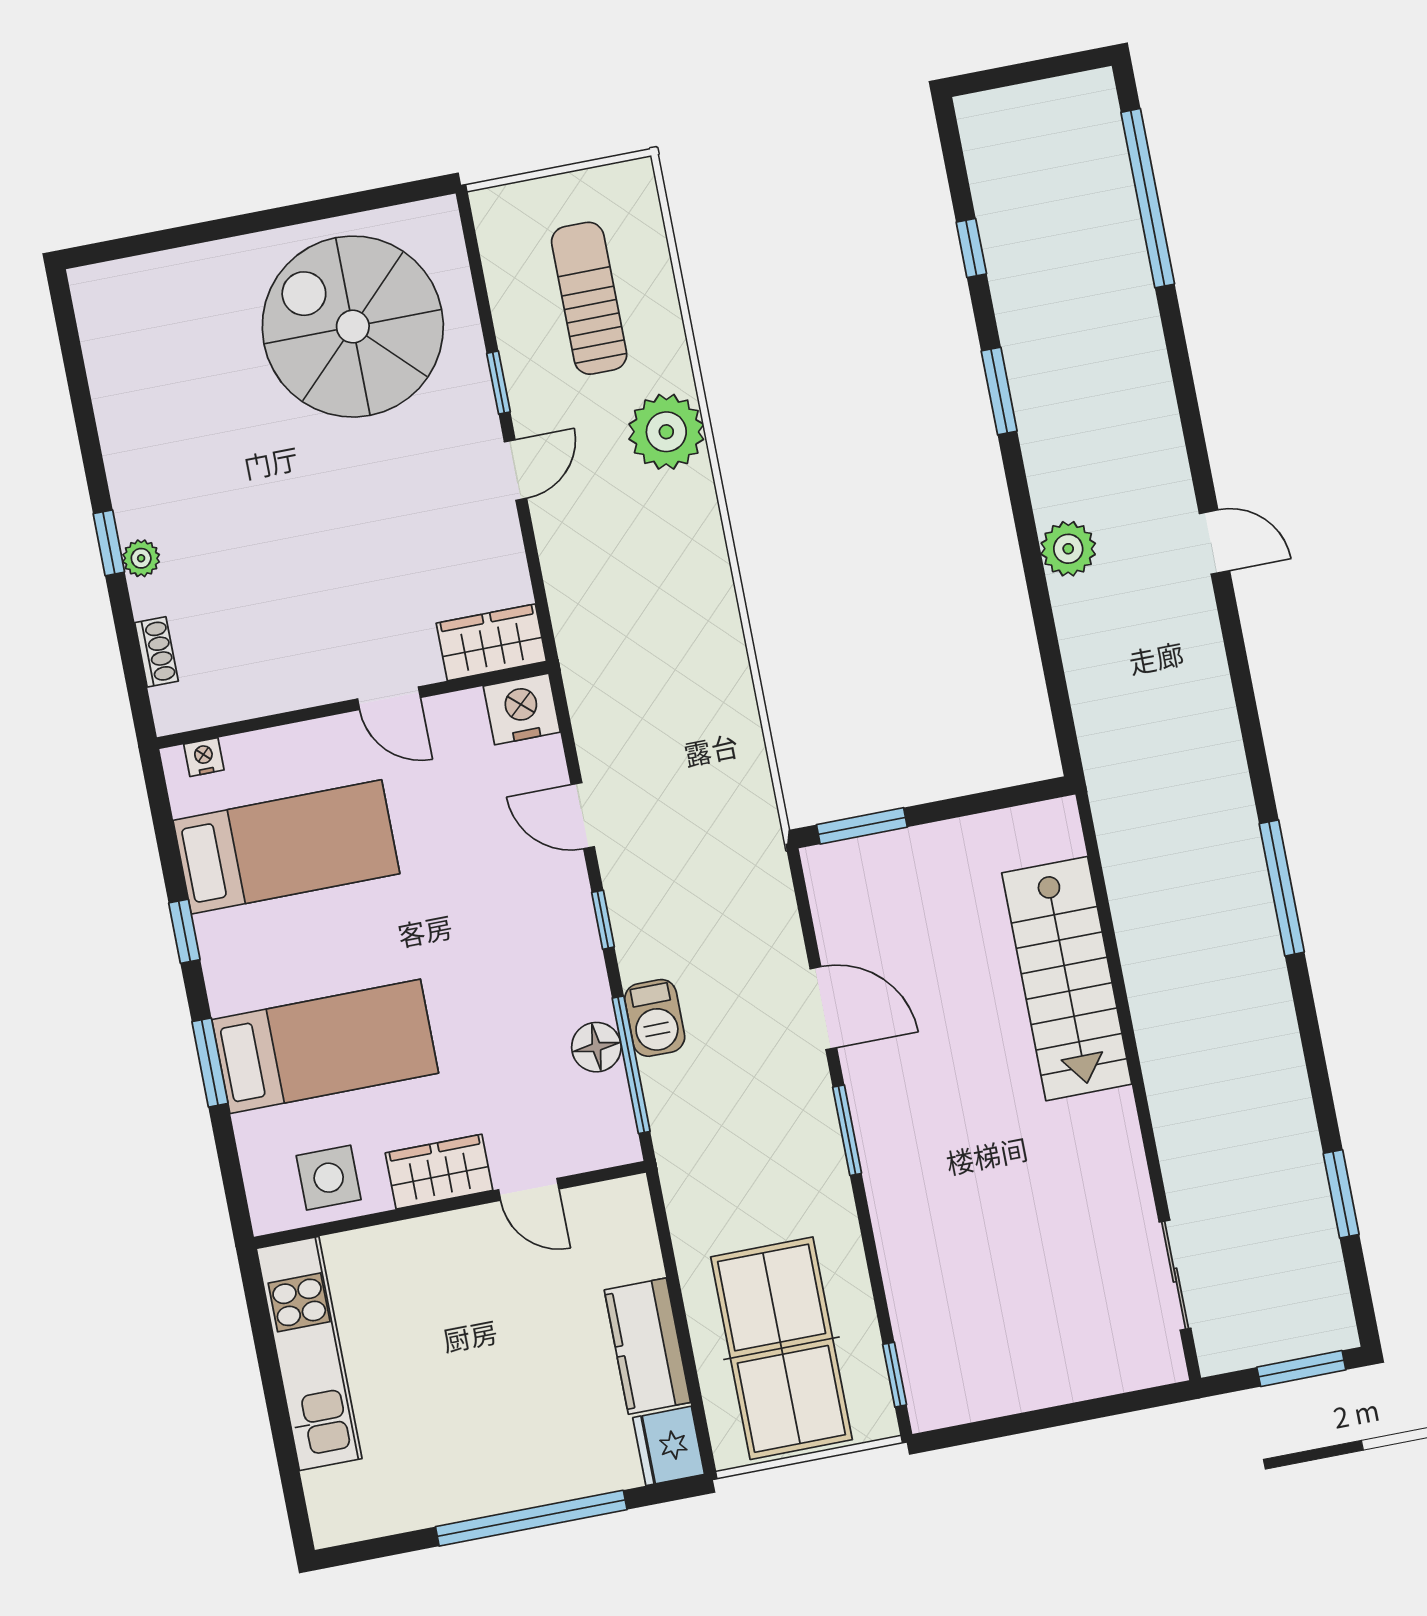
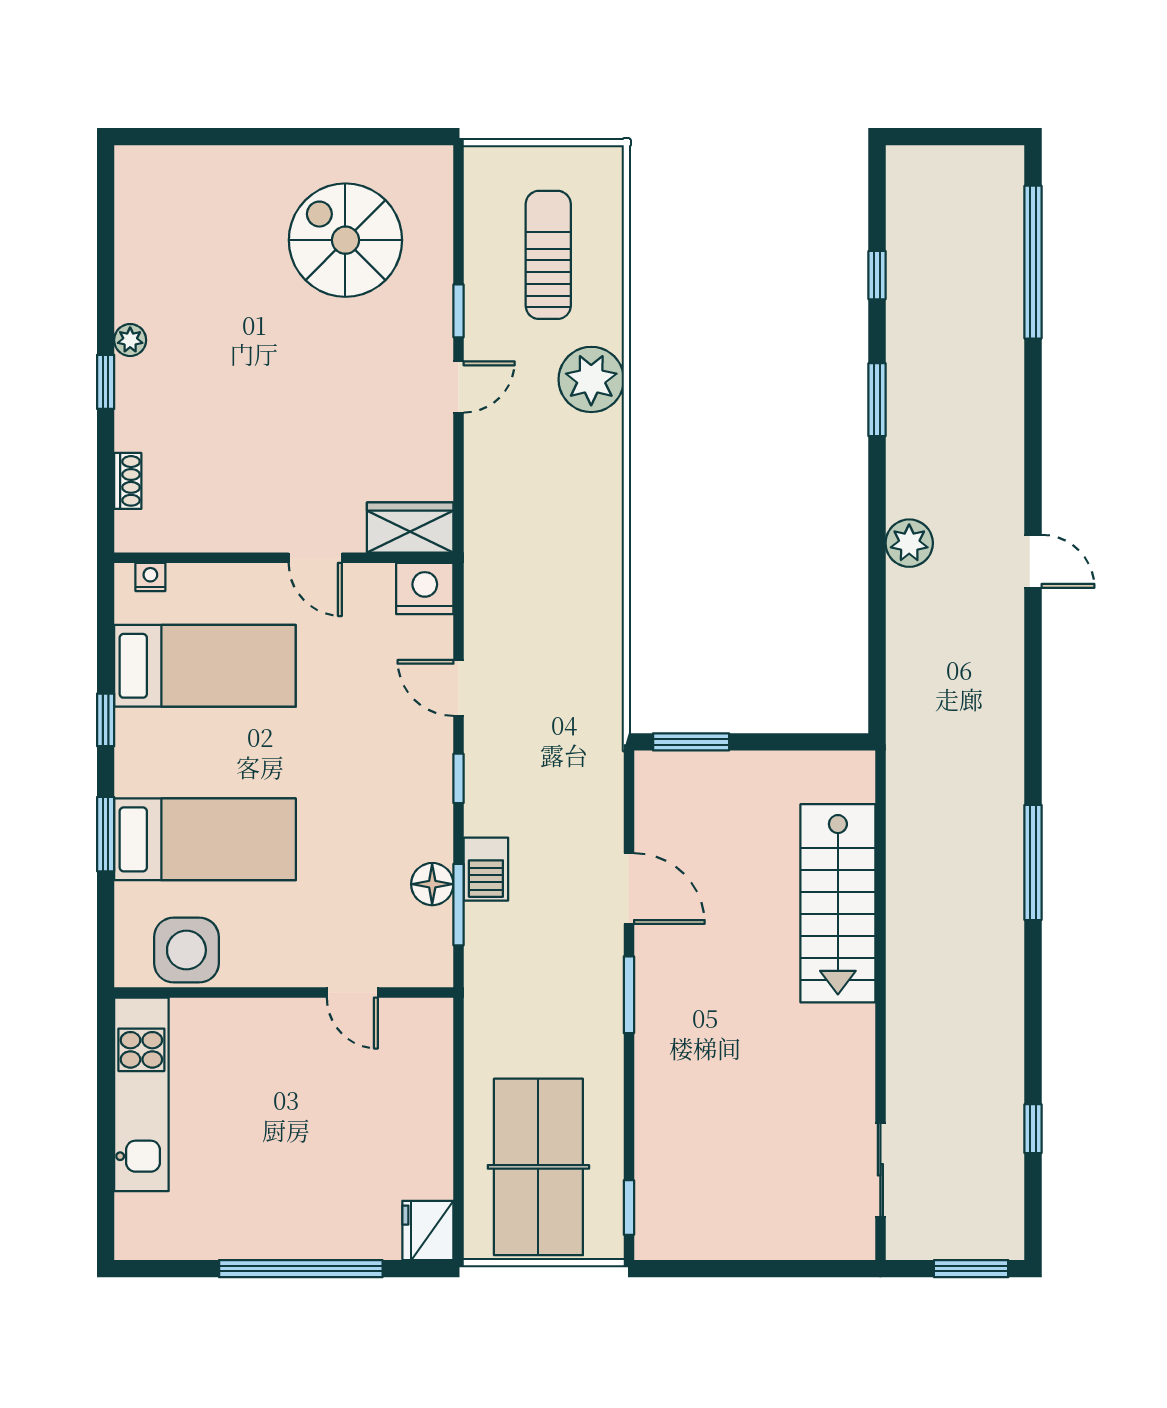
spiral stairs: (353, 327) -> (345, 240), width x0.73, depth x0.73
plant: (141, 558) -> (130, 340), moved
window: (631, 1065) -> (458, 905), width x0.69
wardrobe: (439, 1172) -> (280, 963), removed
side table: (329, 1178) -> (186, 950), width x1.37, depth x1.37
window: (1341, 1194) -> (1033, 1129), width x0.67
kitchen counter: (647, 1346) -> (426, 1143), removed

